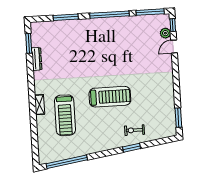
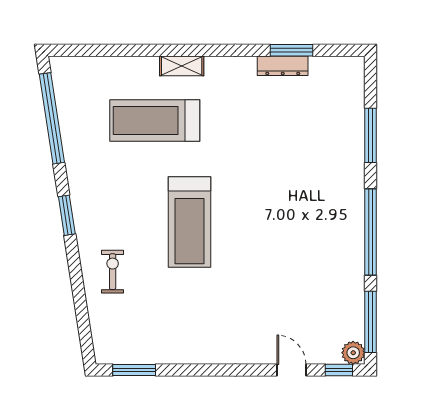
plant: (165, 33) -> (353, 353), moved
window: (29, 43) -> (292, 50), moved
window: (132, 148) -> (67, 215), moved

